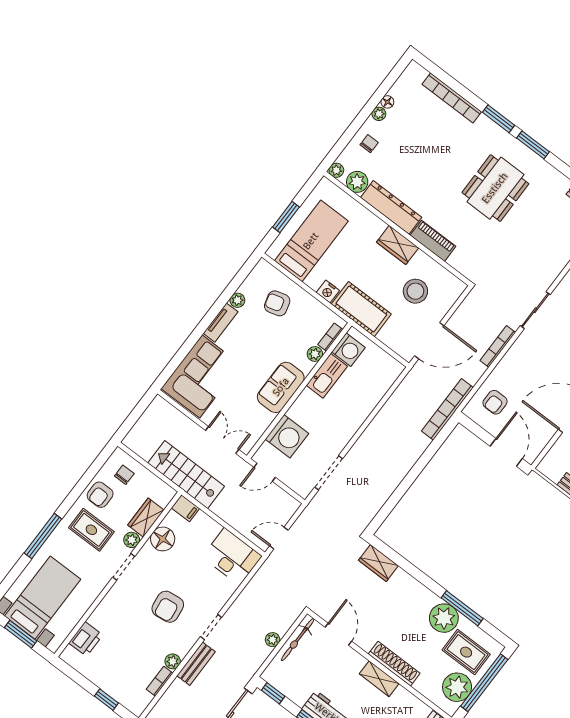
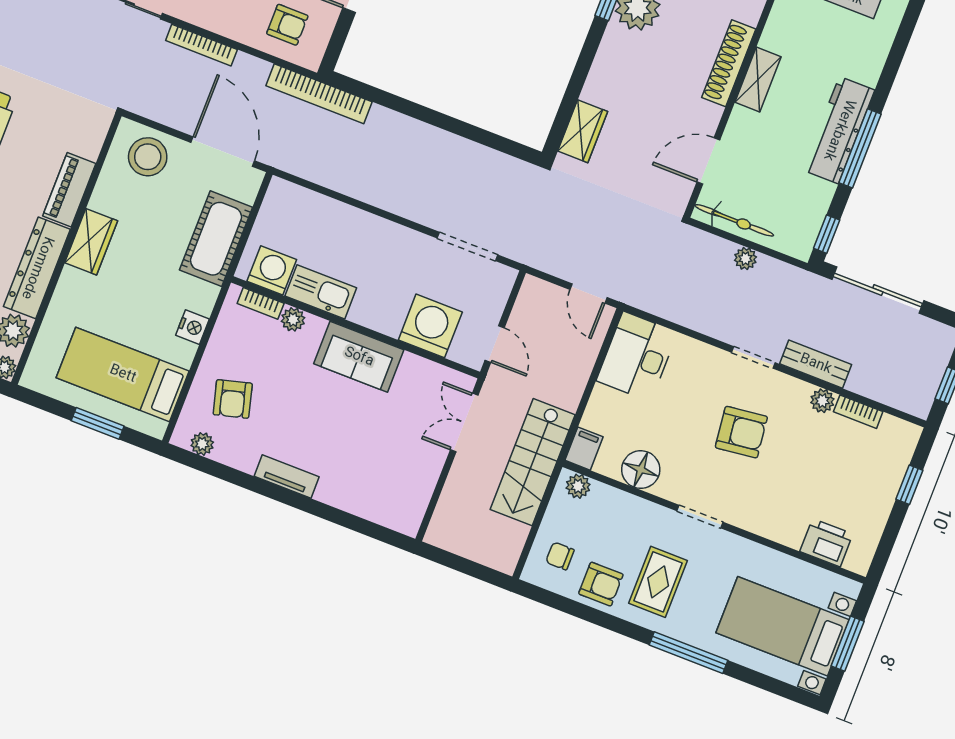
stool: (415, 291) -> (148, 157), moved
plant: (237, 300) -> (202, 444), moved
cot: (361, 309) -> (216, 239), moved
corner sofa: (201, 376) -> (377, 483), removed
wardrobe: (146, 518) -> (616, 504), removed
plant: (132, 540) -> (578, 486), moved

